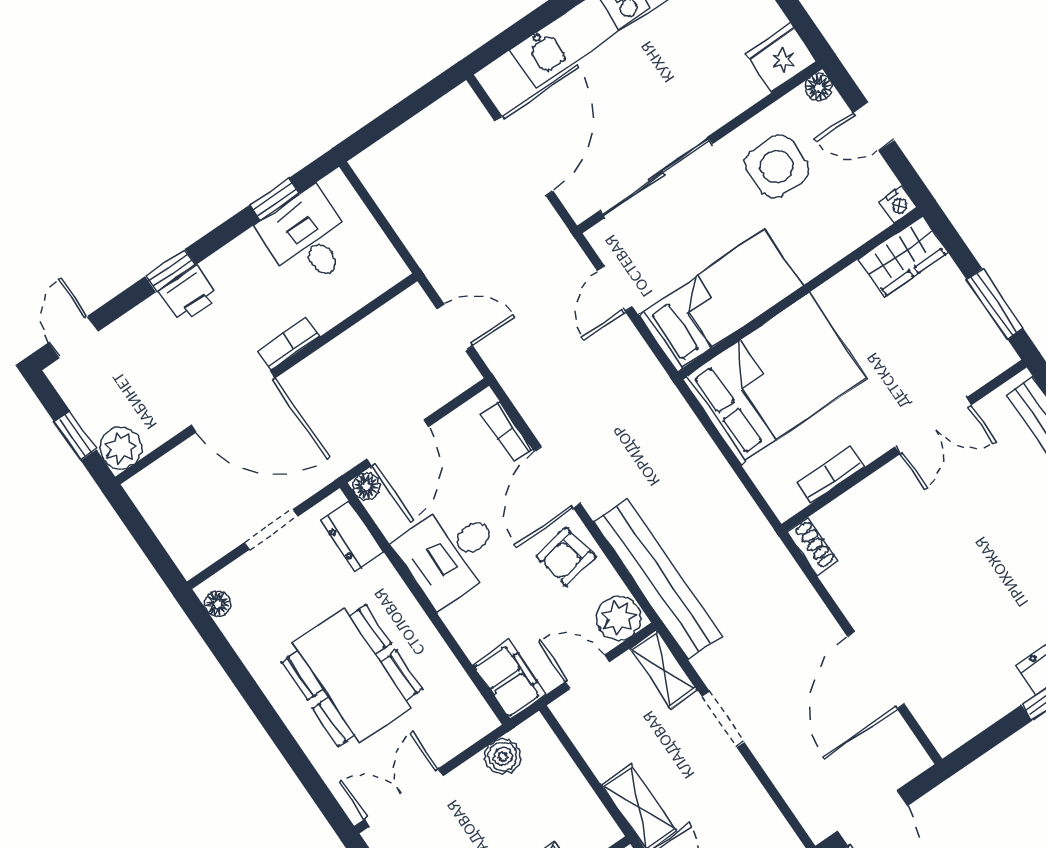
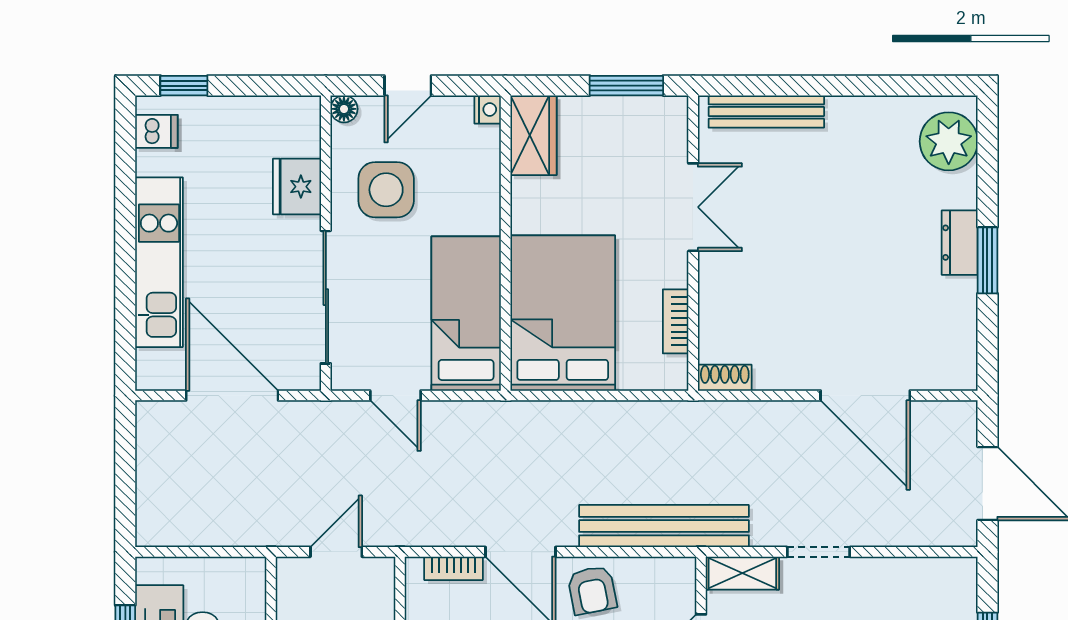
fridge: (781, 57) -> (297, 187), moved
plant: (619, 618) -> (674, 581), removed

